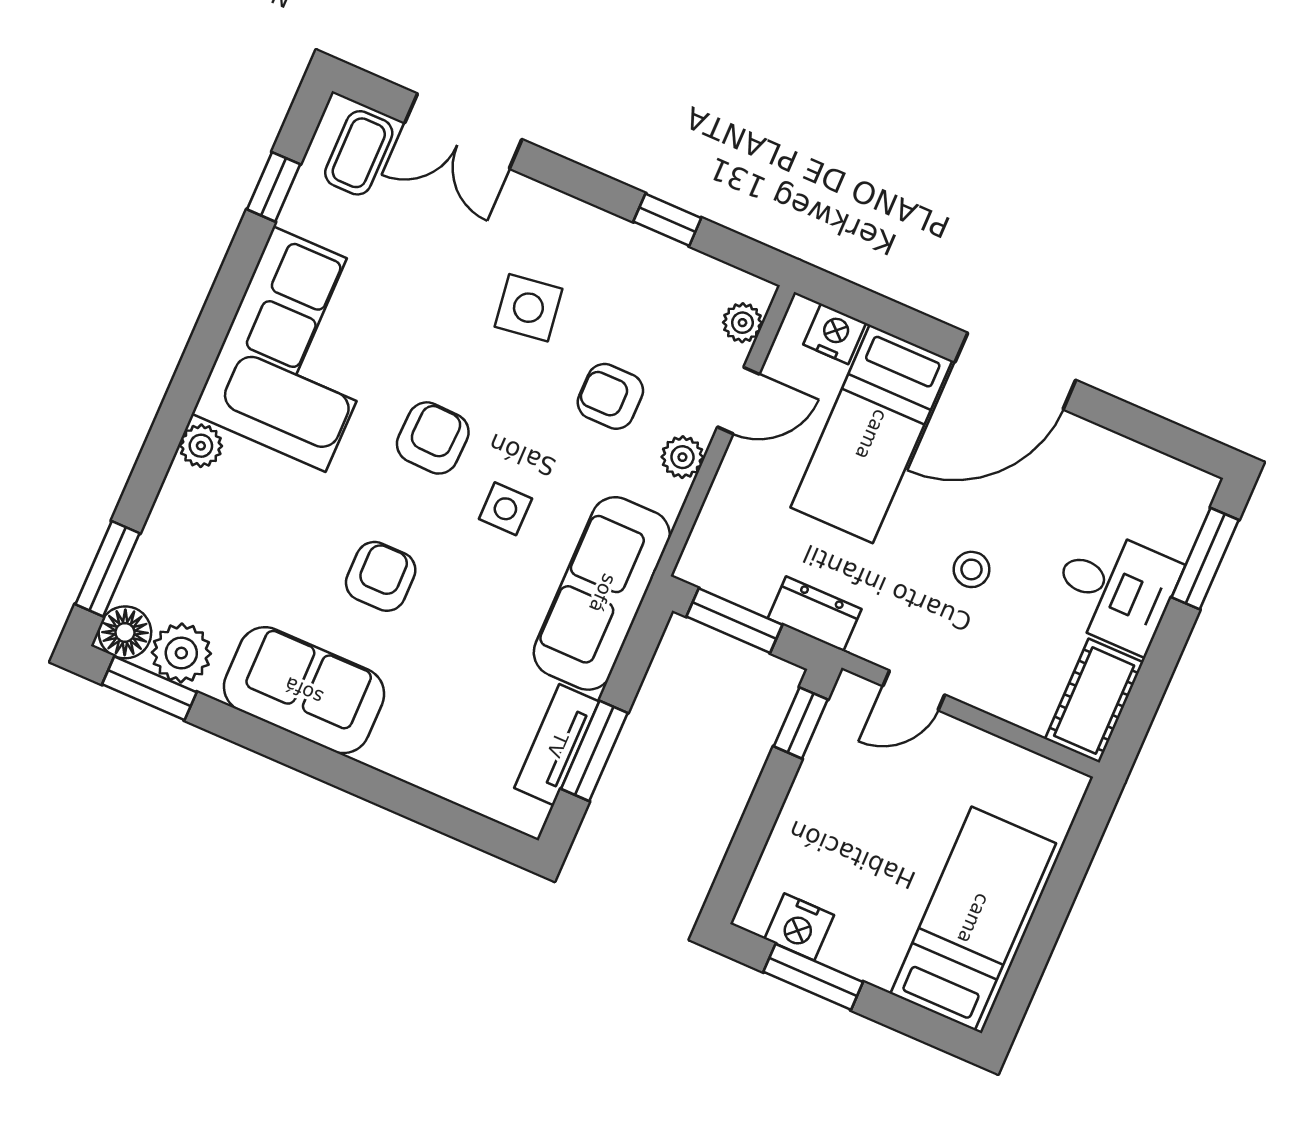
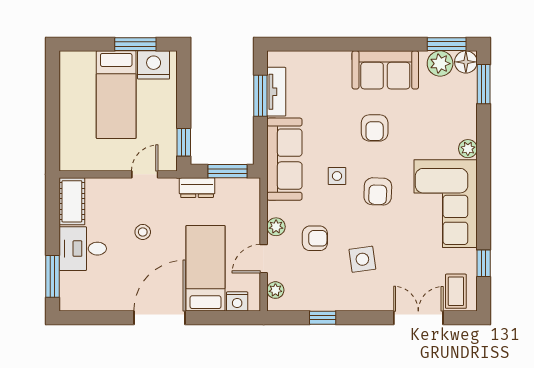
bed: (973, 918) -> (116, 95), moved
nightstand: (799, 927) -> (154, 65), width x1.36, depth x1.33

